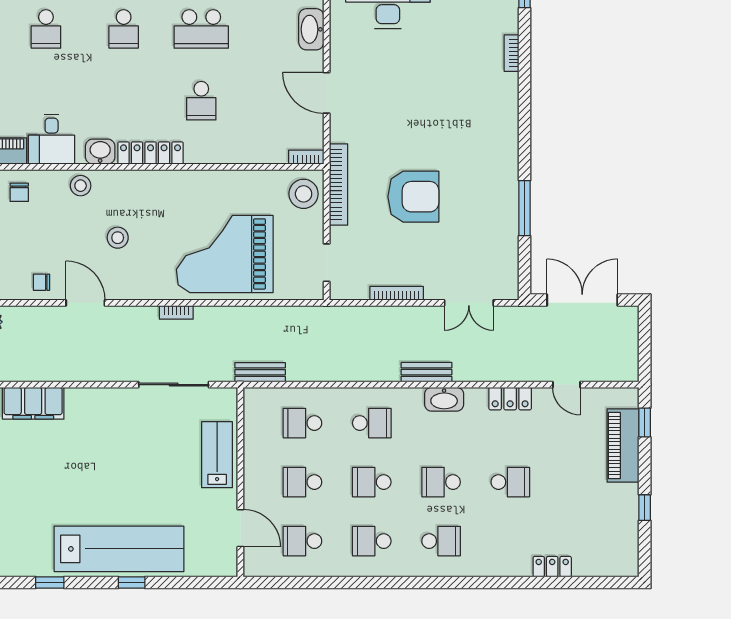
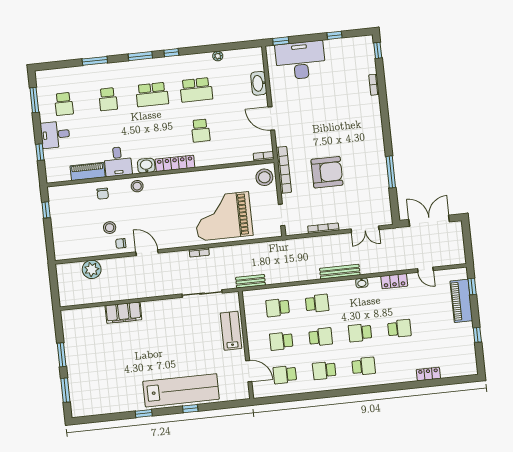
school desk: (124, 29) -> (152, 95), width x1.85
stool: (118, 238) -> (110, 228), moved
bench: (426, 372) -> (340, 272), width x1.36
washbasin: (444, 399) -> (362, 283), width x0.52, depth x0.69
school desk: (372, 482) -> (321, 337), turned 180

